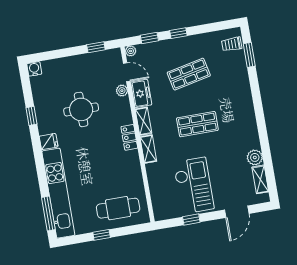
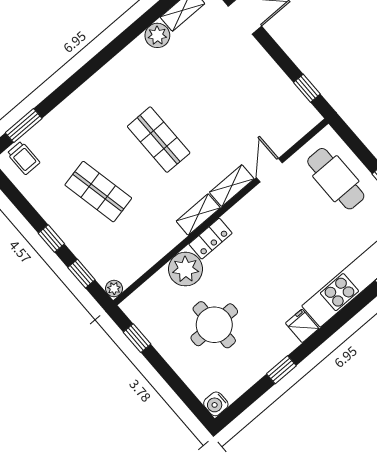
door: (127, 72) -> (269, 170), moved
plant: (122, 91) -> (185, 269), width x1.88, depth x1.88
freezer: (141, 93) -> (163, 240), removed
round table: (81, 109) -> (214, 325), moved
locker: (129, 137) -> (211, 239), moved
checkout: (194, 186) -> (244, 95), removed
window: (191, 219) -> (307, 88), moved

